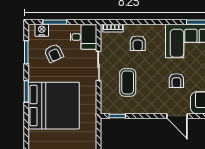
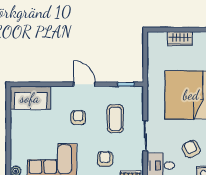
armchair: (176, 81) -> (78, 118), moved
door: (177, 116) -> (84, 84), moved

